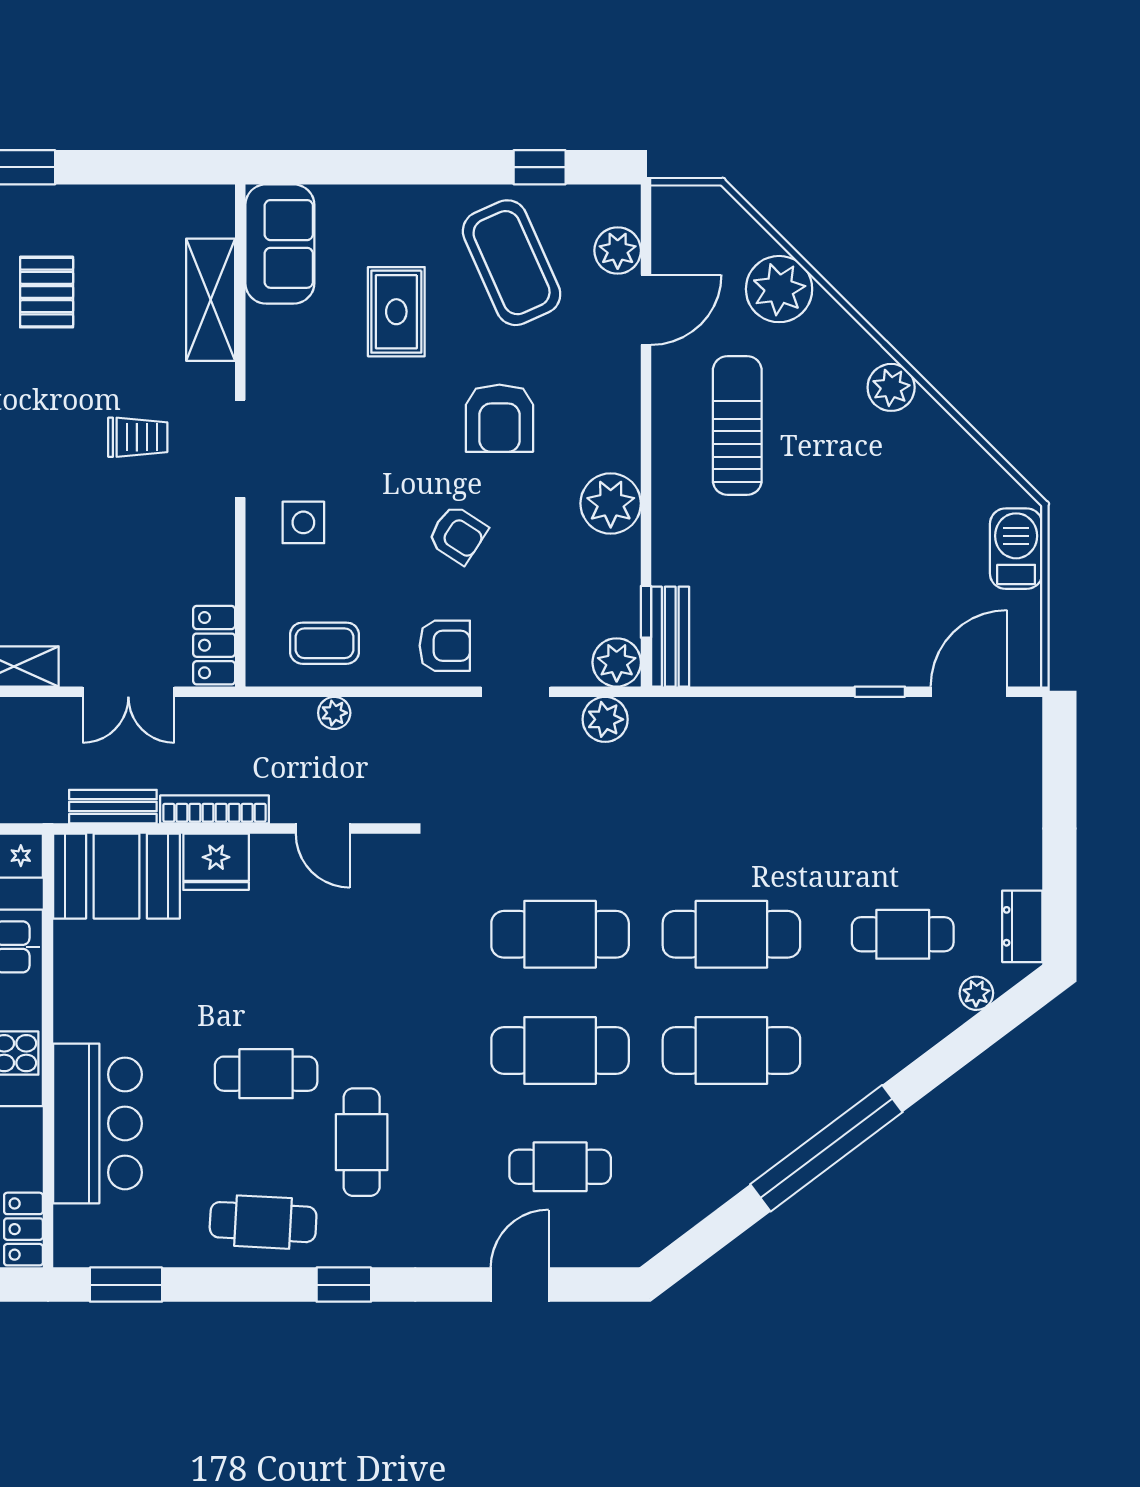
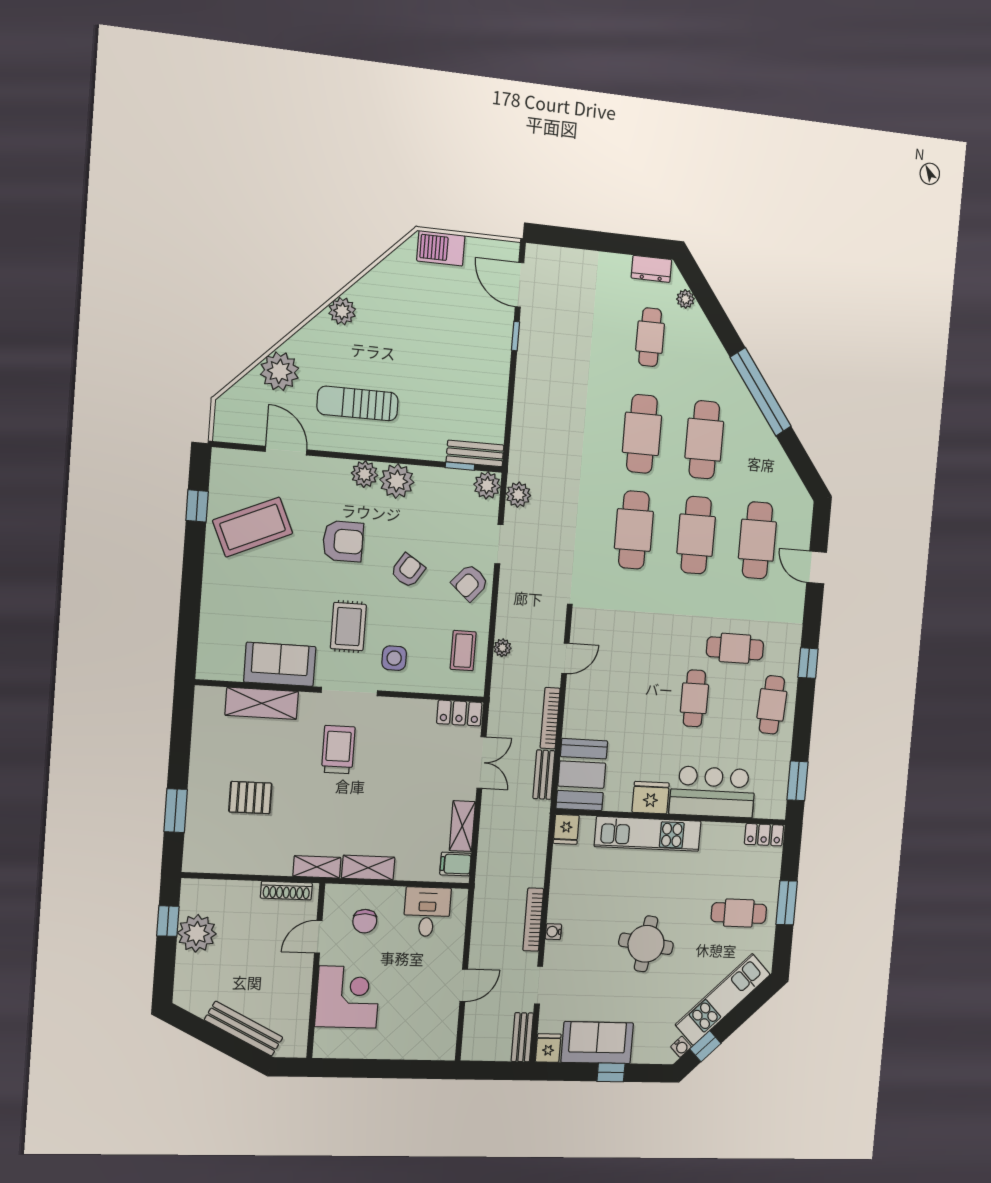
sofa: (280, 244) -> (280, 664), moved
plant: (618, 250) -> (365, 474), moved
rug: (396, 312) -> (348, 627), moved, turned 90
trolley: (138, 437) -> (338, 750), width x1.36, depth x1.39
armchair: (445, 646) -> (470, 583), turned -139
fridge: (216, 862) -> (651, 798), moved, turned -90
cafe table: (560, 1167) -> (757, 540), width x1.37, depth x1.35

